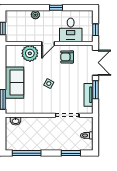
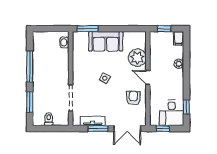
window: (56, 8) -> (186, 107), moved
filing cabinet: (12, 15) -> (179, 38), added
desk: (71, 30) -> (172, 113), moved, turned -90
window: (27, 153) -> (30, 67), moved

